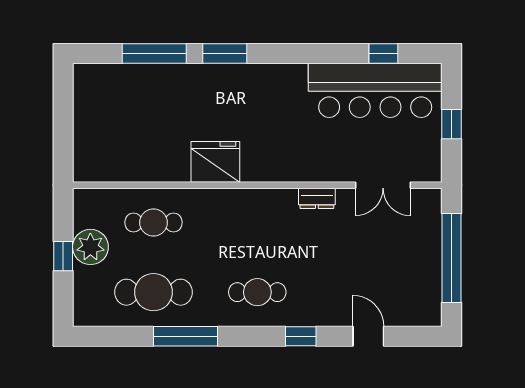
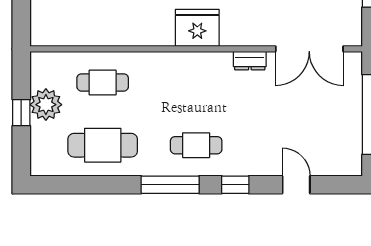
fridge: (215, 162) -> (197, 28), moved
double door: (383, 185) -> (309, 49), width x1.37
window: (185, 336) -> (170, 185), moved

